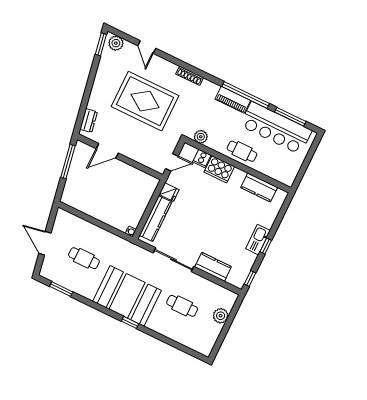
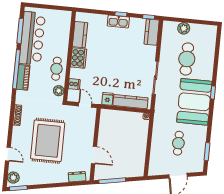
door: (147, 47) -> (8, 154), hinge flipped
cafe table: (242, 151) -> (56, 69), moved
cooker: (219, 169) -> (79, 58), moved
kitchen counter: (213, 267) -> (152, 32), moved
cafe table: (182, 306) -> (187, 59), width x1.37, depth x1.35

